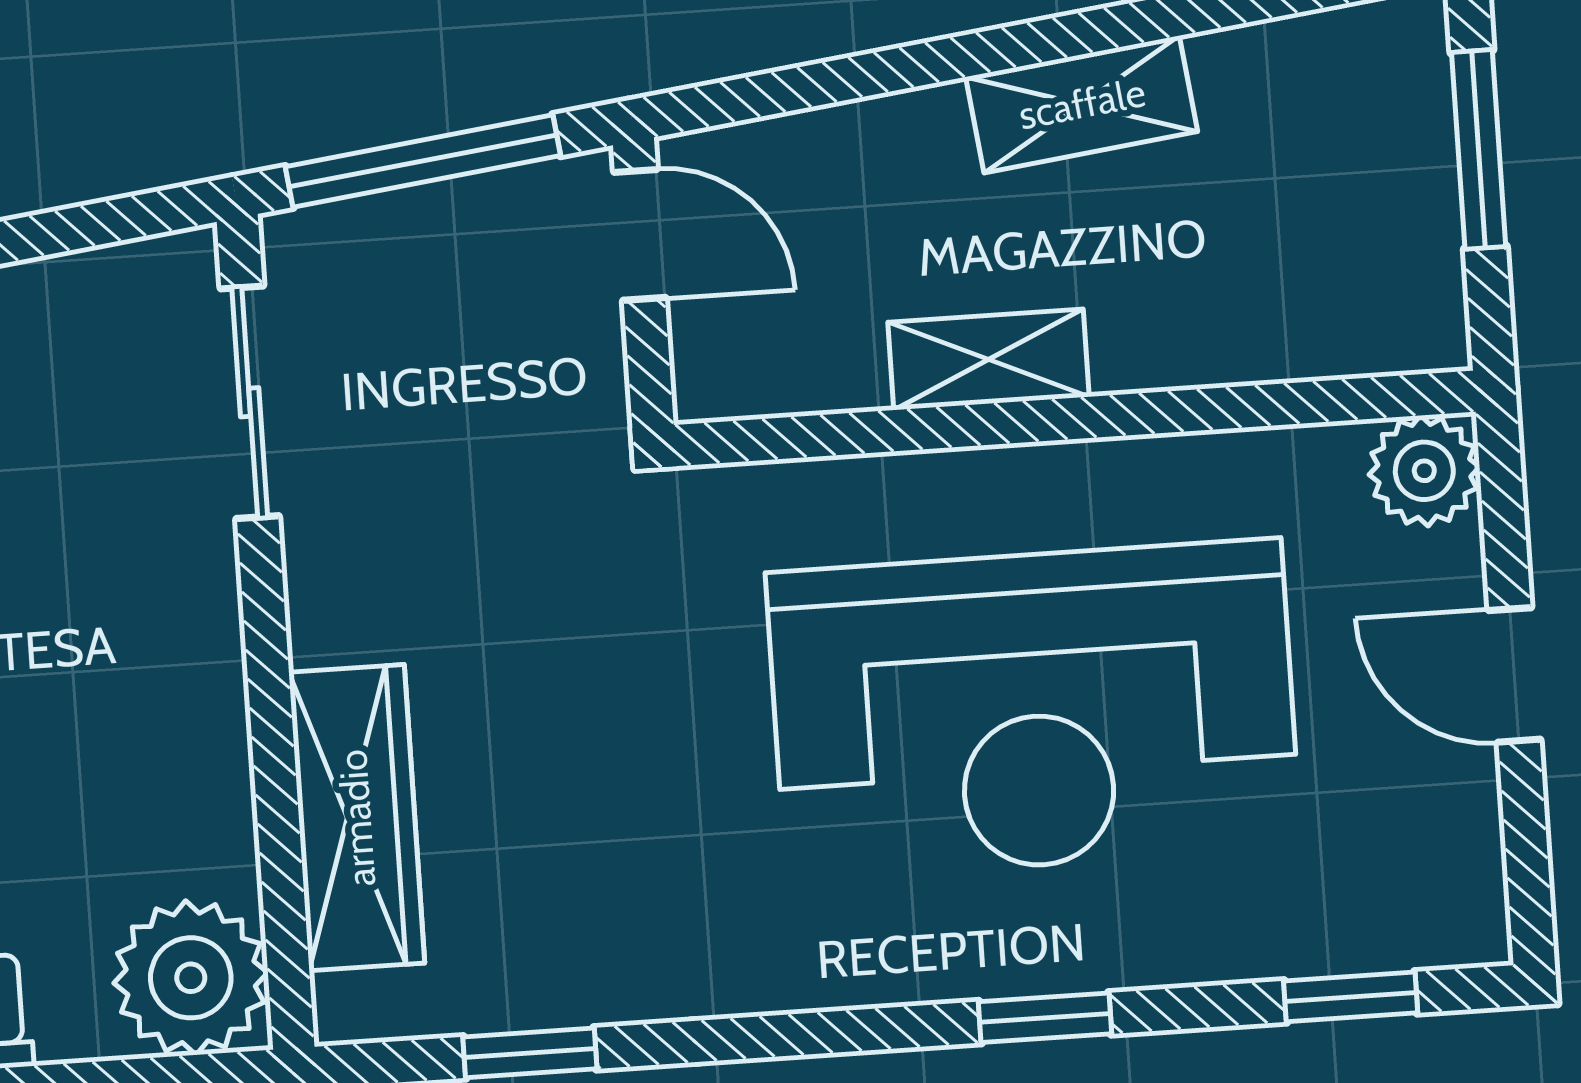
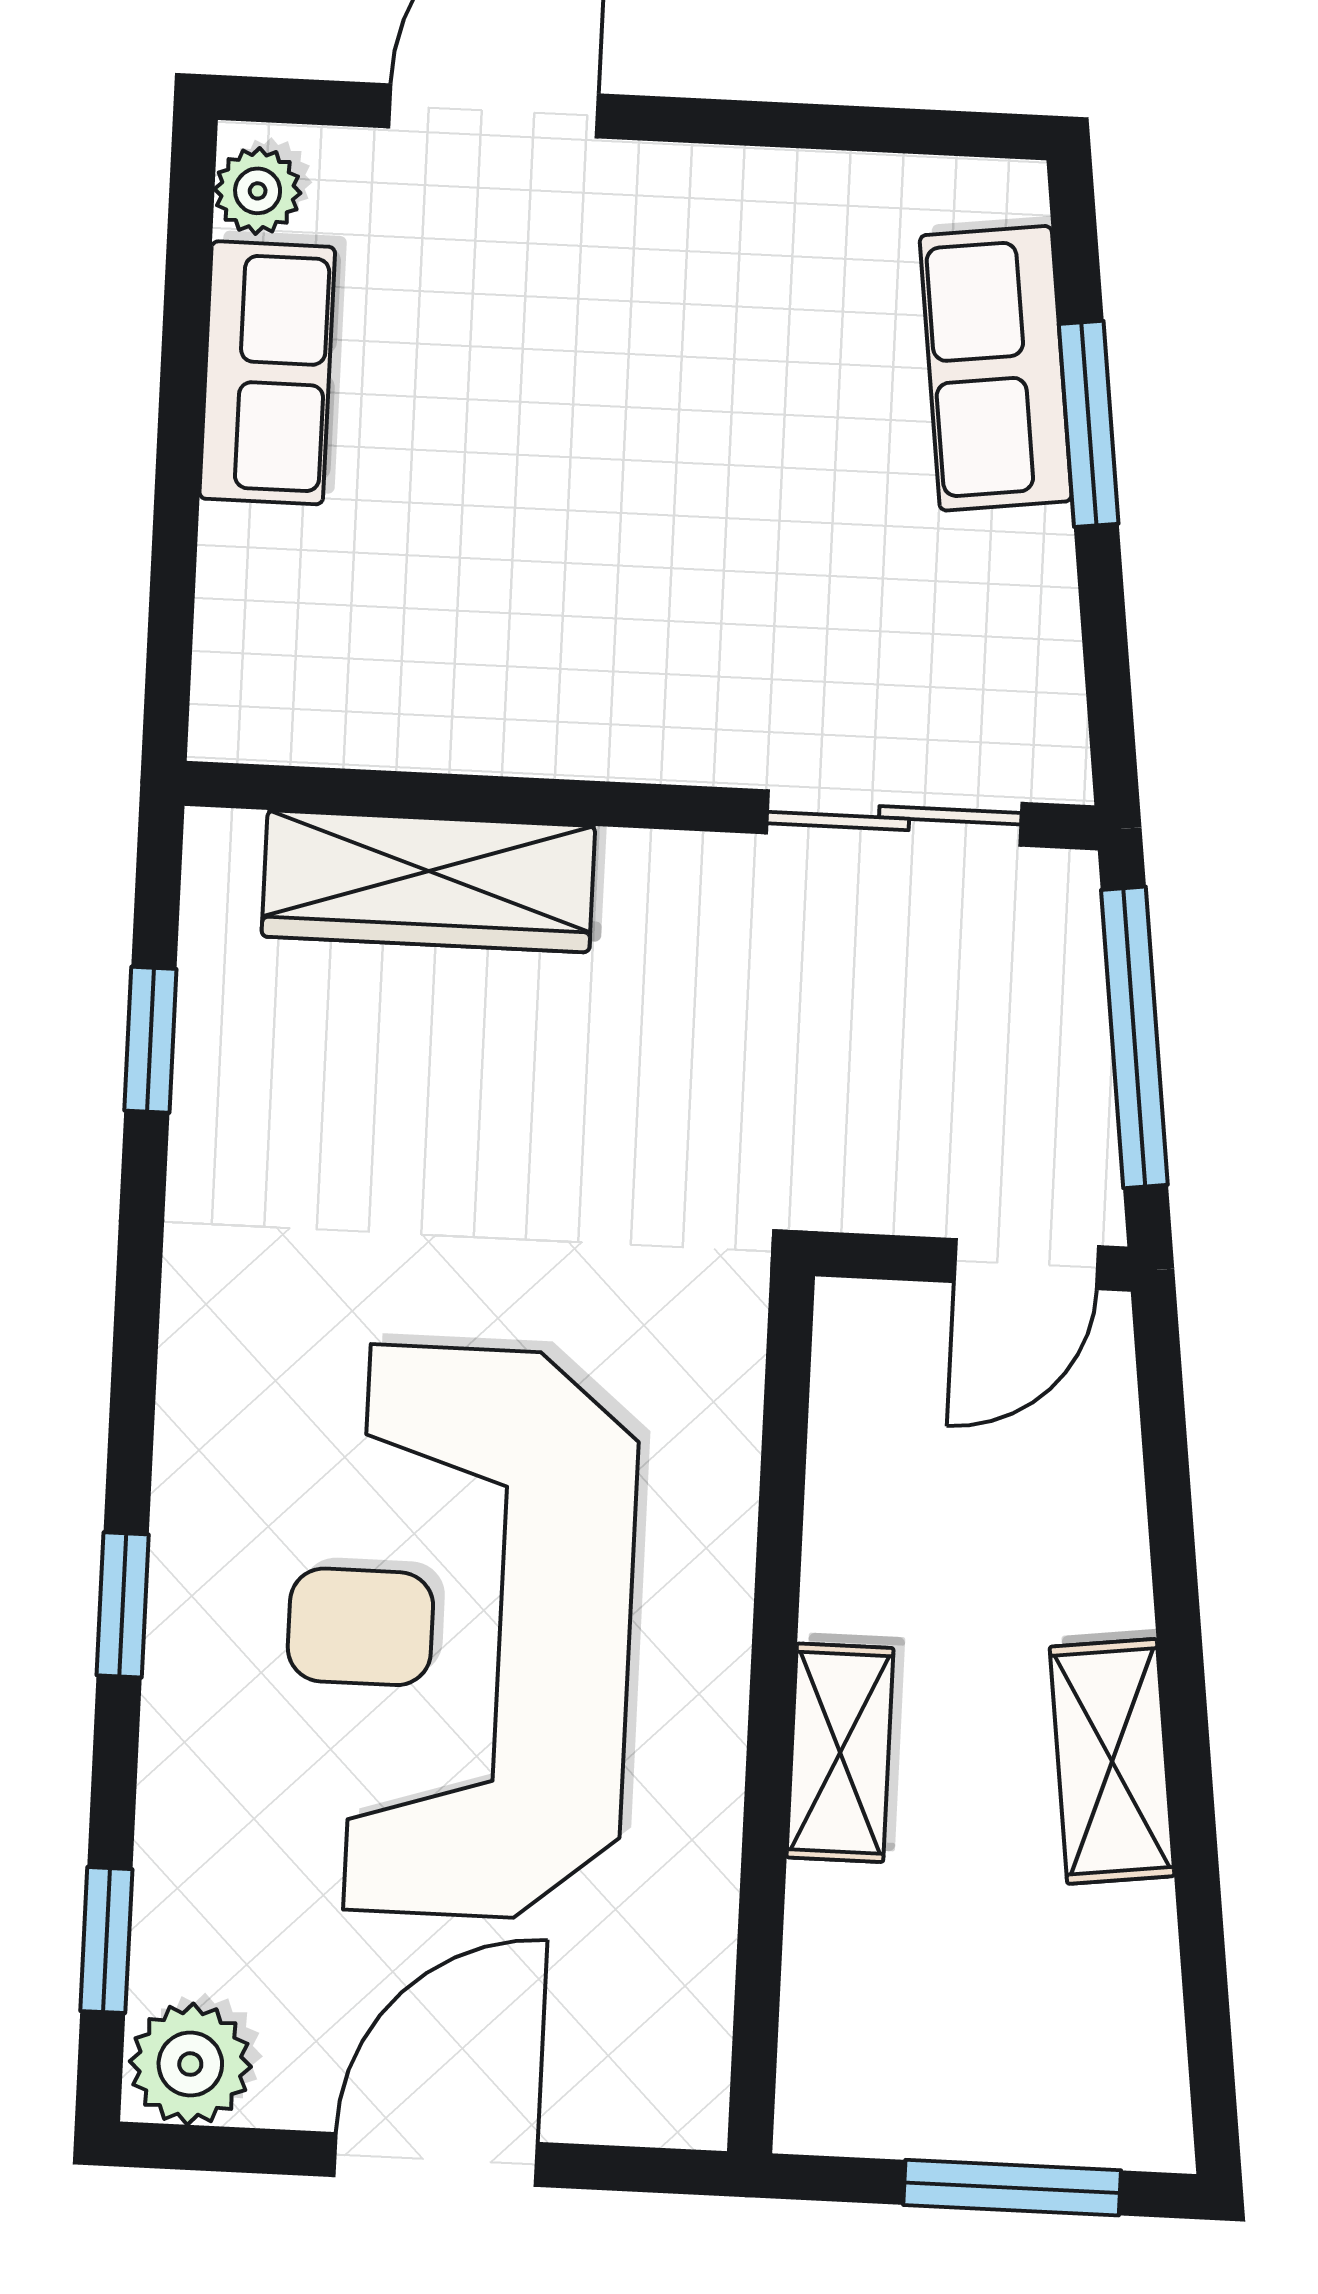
shelving: (988, 359) -> (840, 1753), moved
plant: (1424, 471) -> (190, 2064), moved
door: (1514, 675) -> (436, 2159), width x1.38
plant: (191, 978) -> (275, 680), removed

